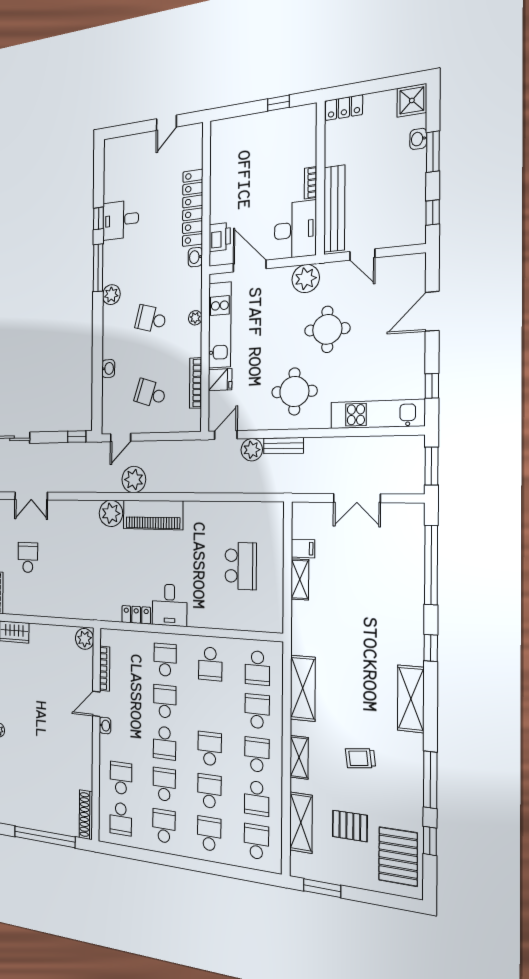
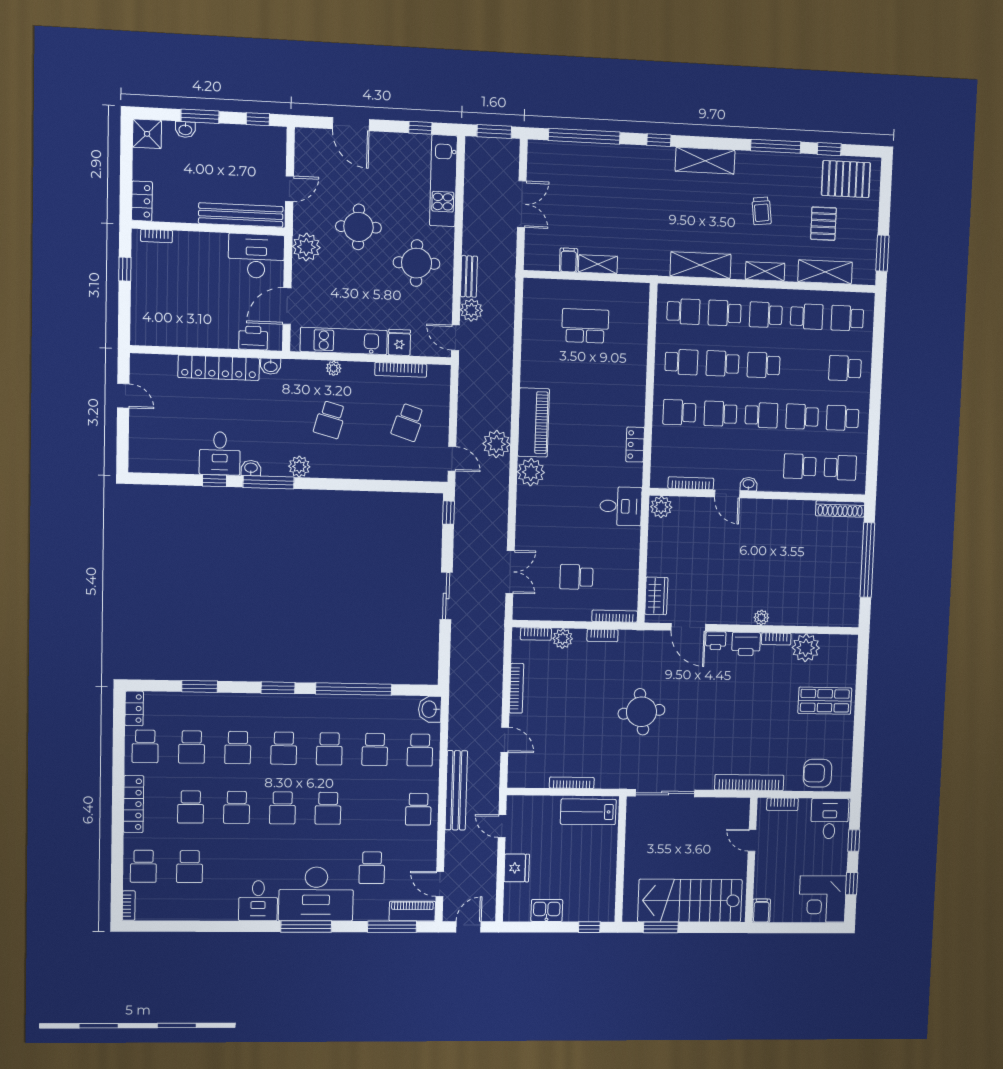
bookcase: (310, 183) -> (157, 236), moved
washbasin: (108, 368) -> (251, 468), moved
desk: (170, 605) -> (621, 506), moved
school desk: (209, 791) -> (723, 364), moved

